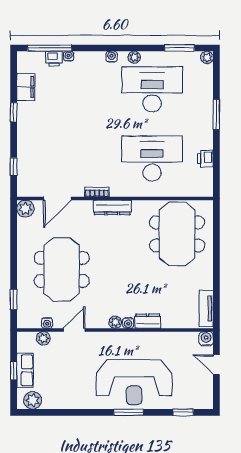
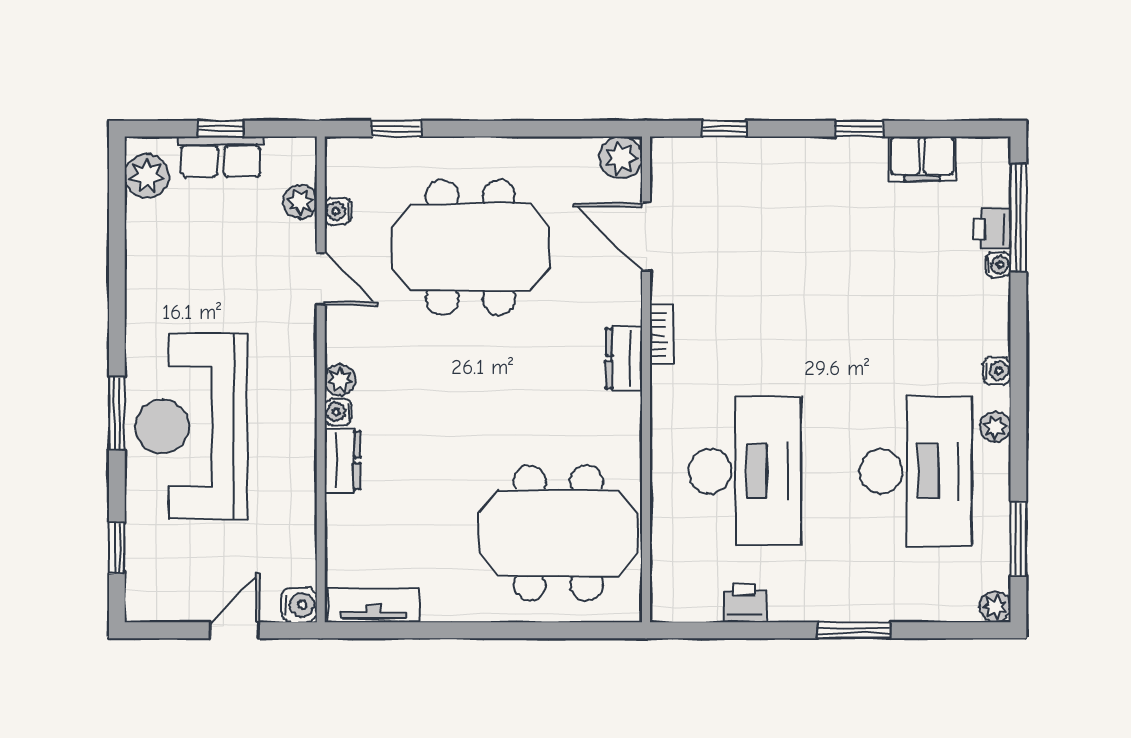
dresser: (112, 207) -> (624, 358), width x0.70

